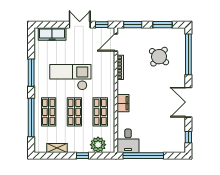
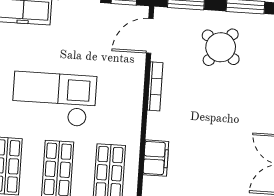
round table: (159, 57) -> (221, 47), moved

